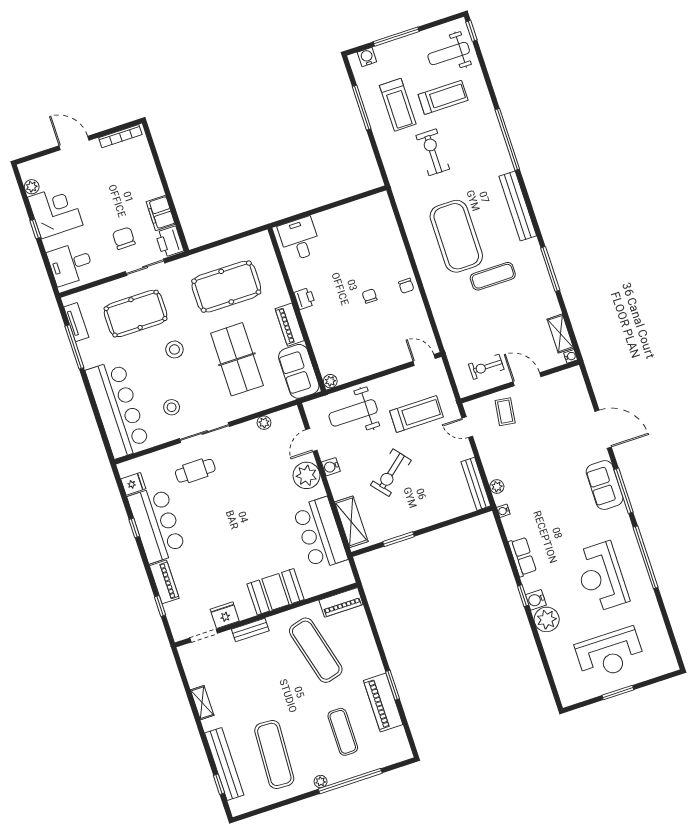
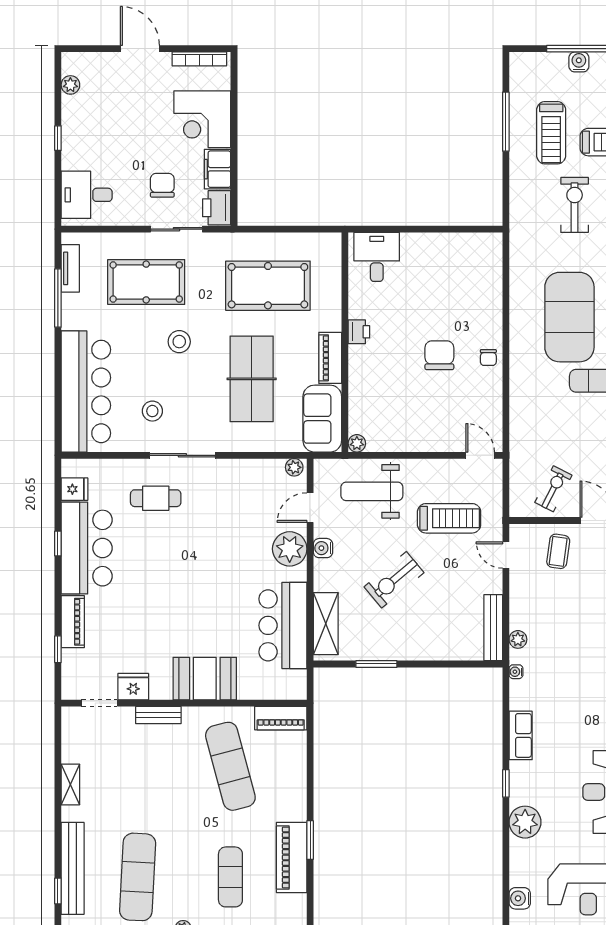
water cooler: (367, 57) -> (579, 62), moved
corner desk: (55, 211) -> (202, 119), moved, turned 180
chair: (370, 296) -> (439, 355), width x1.87, depth x1.87
exercise bike: (486, 367) -> (553, 489), turned 117
plant: (264, 423) -> (294, 467), moved
water cooler: (536, 600) -> (520, 898), moved

